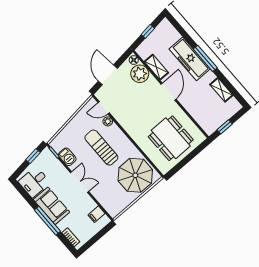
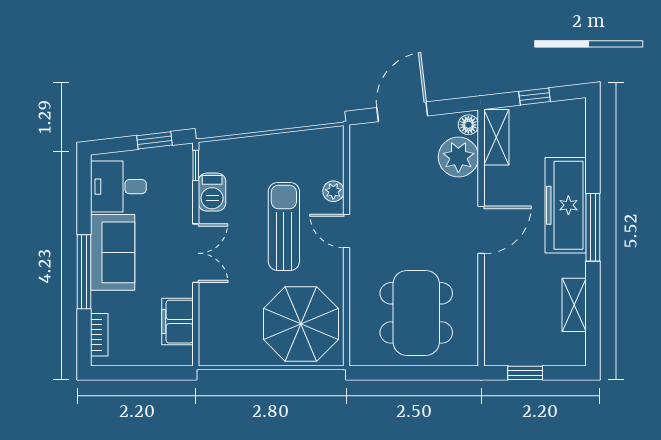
shelving: (156, 67) -> (496, 137), moved
door: (104, 108) -> (347, 231), moved
filing cabinet: (97, 214) -> (177, 322), width x2.00

